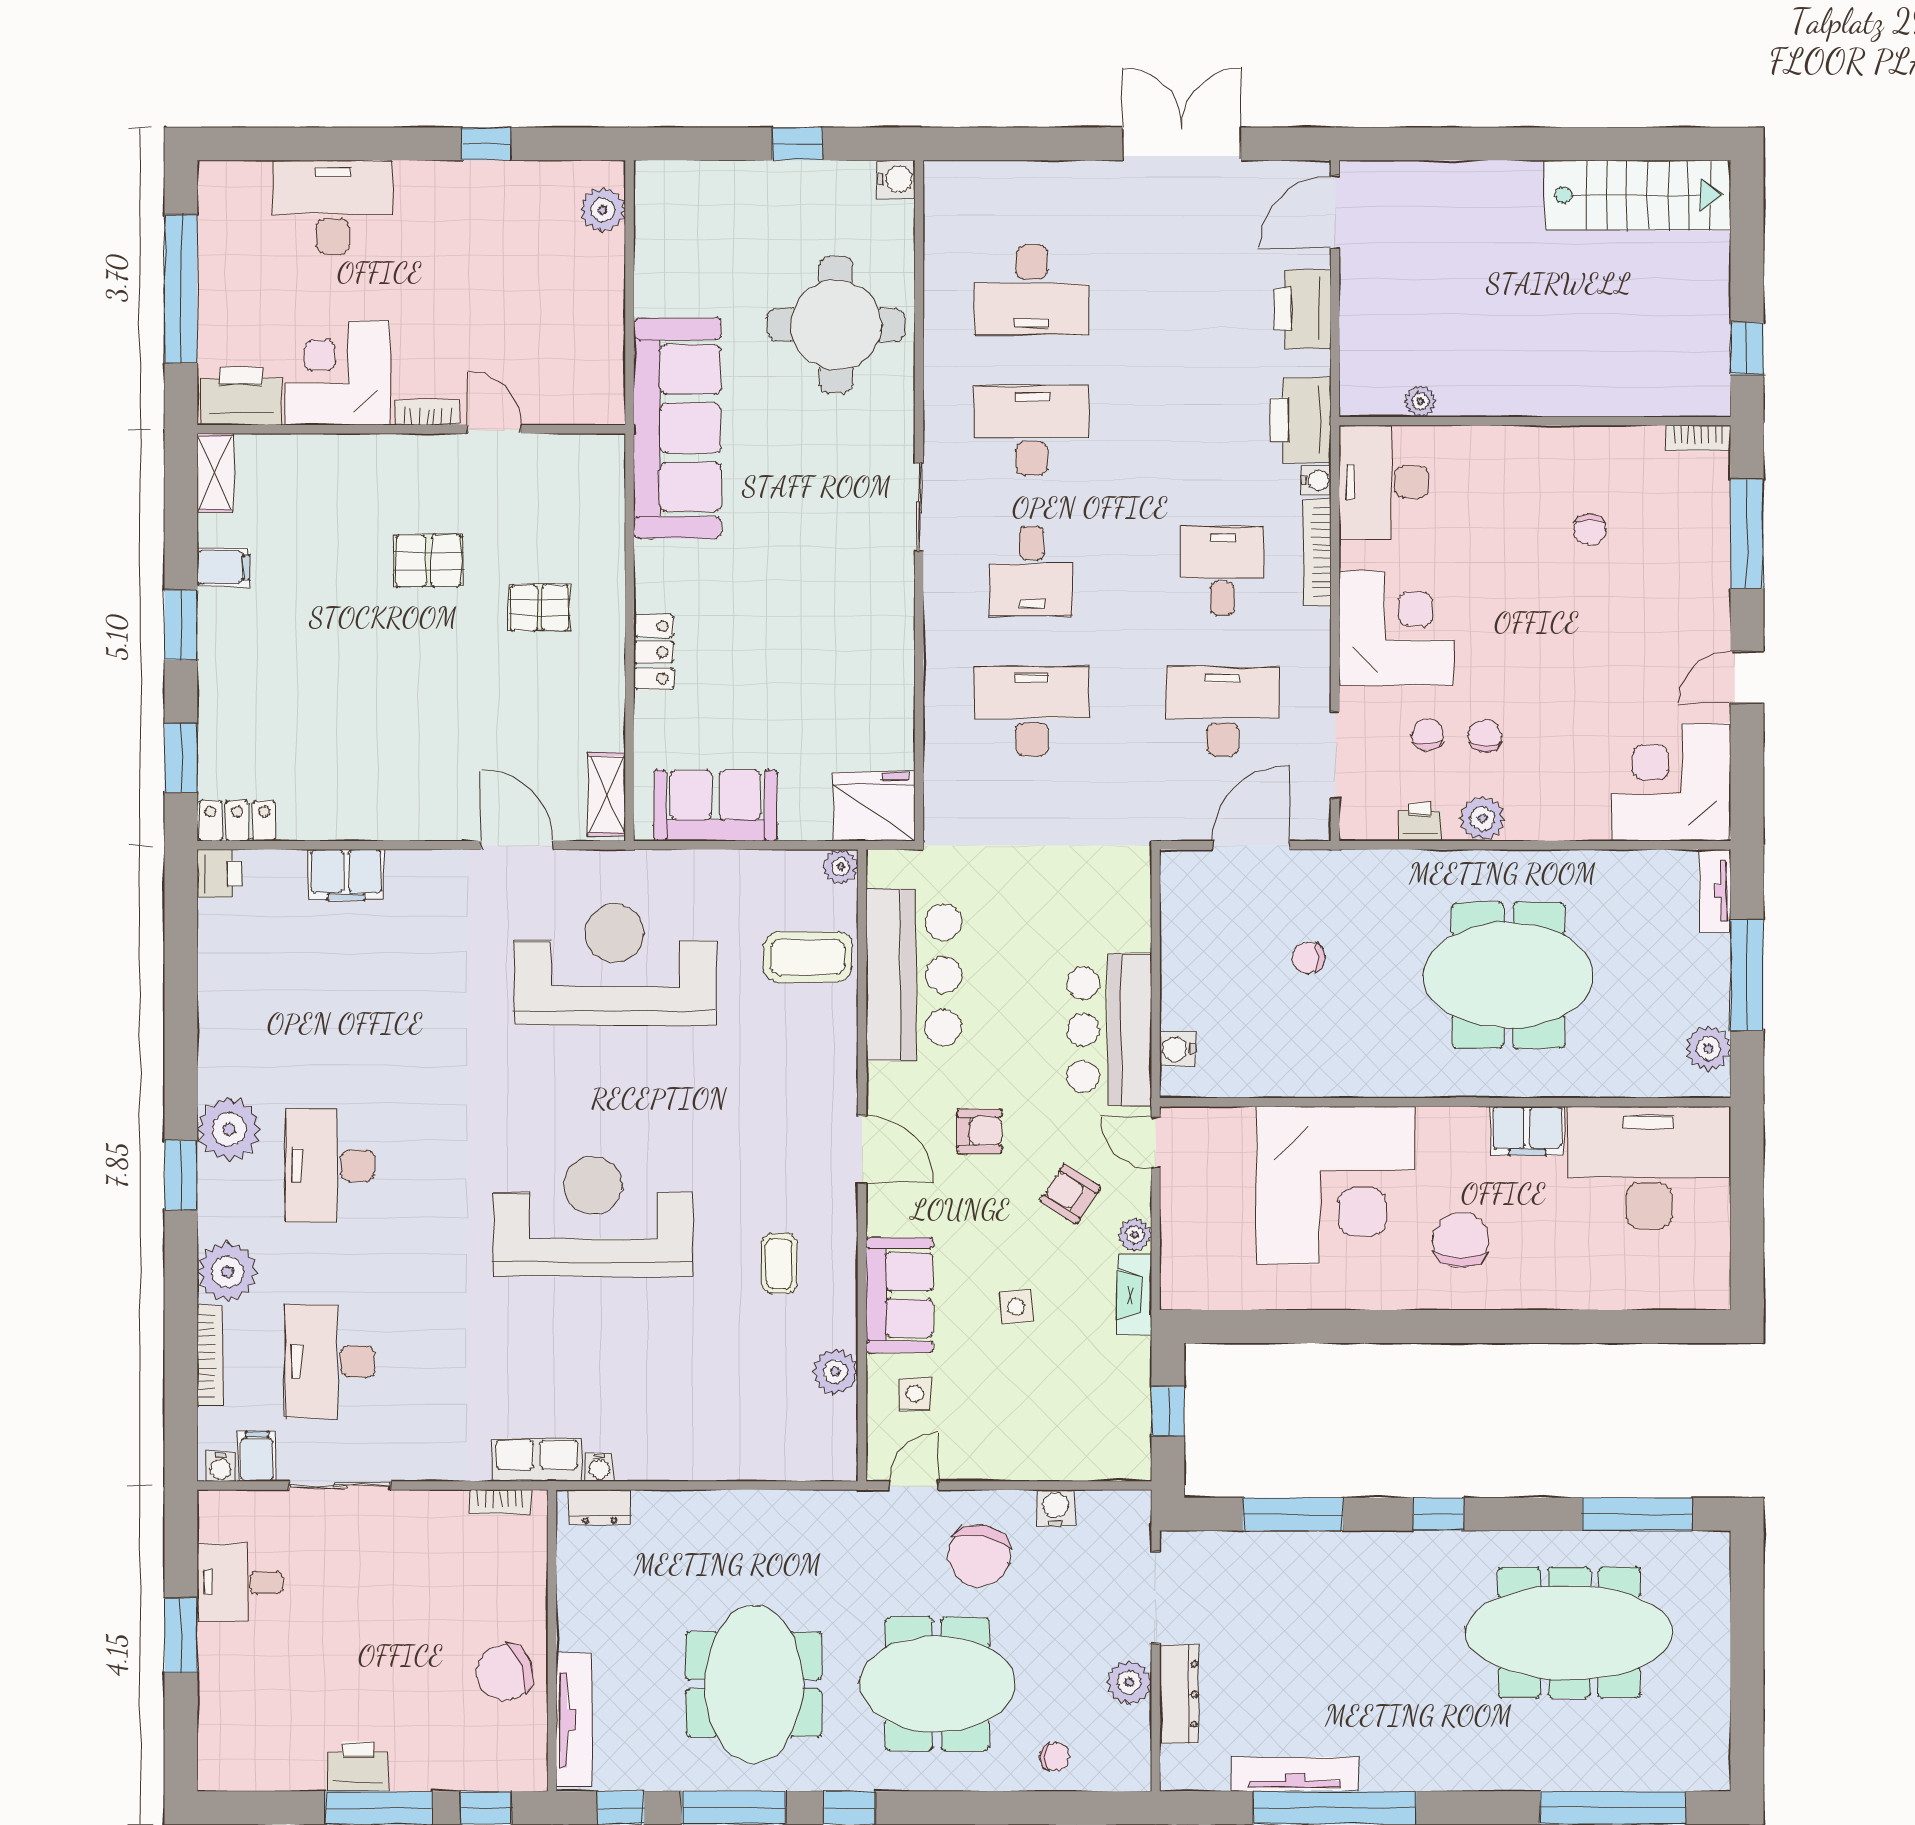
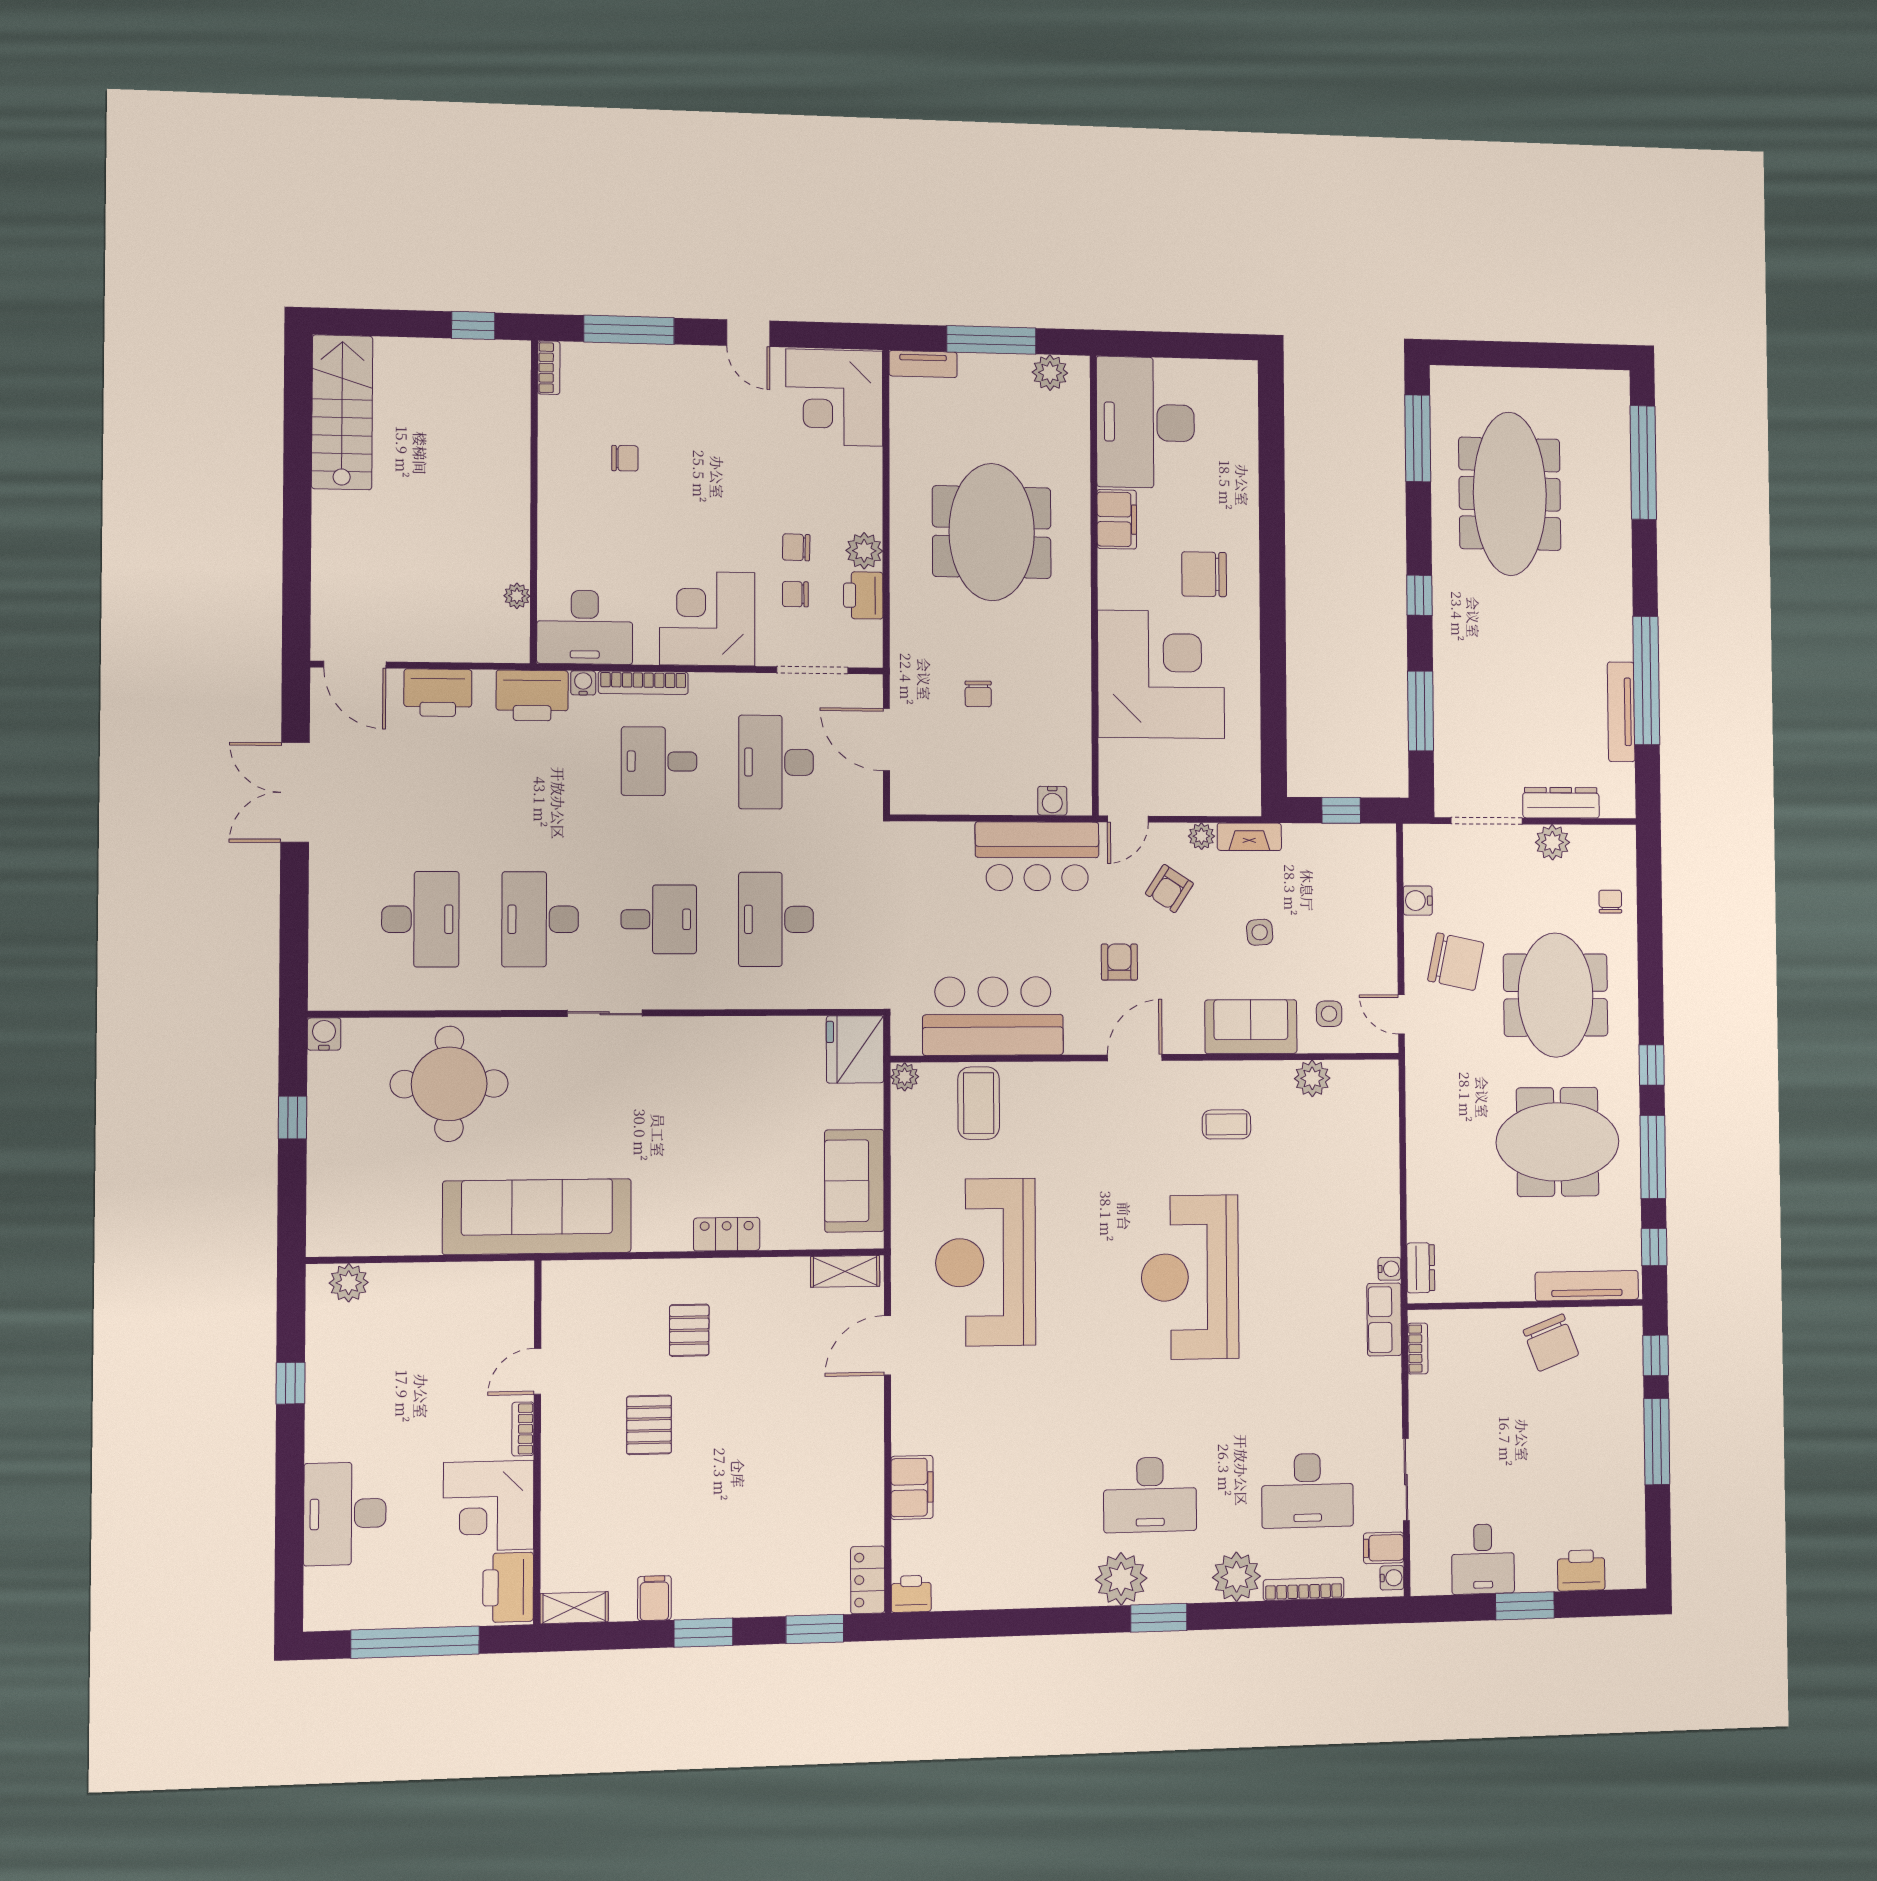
printer: (1420, 822) -> (863, 595), width x1.36, depth x1.24
printer: (358, 1767) -> (1581, 1570), moved, turned 90

